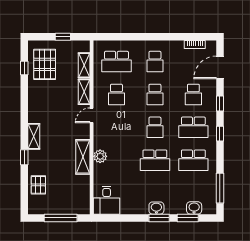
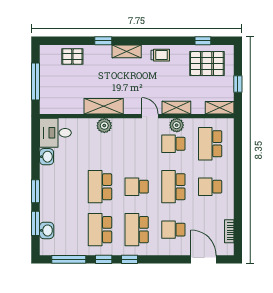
shelving: (84, 65) -> (220, 108), moved
plant: (100, 92) -> (177, 125), added
school desk: (155, 94) -> (173, 187), width x1.85
window: (220, 104) -> (104, 259), moved
trolley: (37, 106) -> (160, 55), added
washbasin: (156, 208) -> (47, 157), moved

